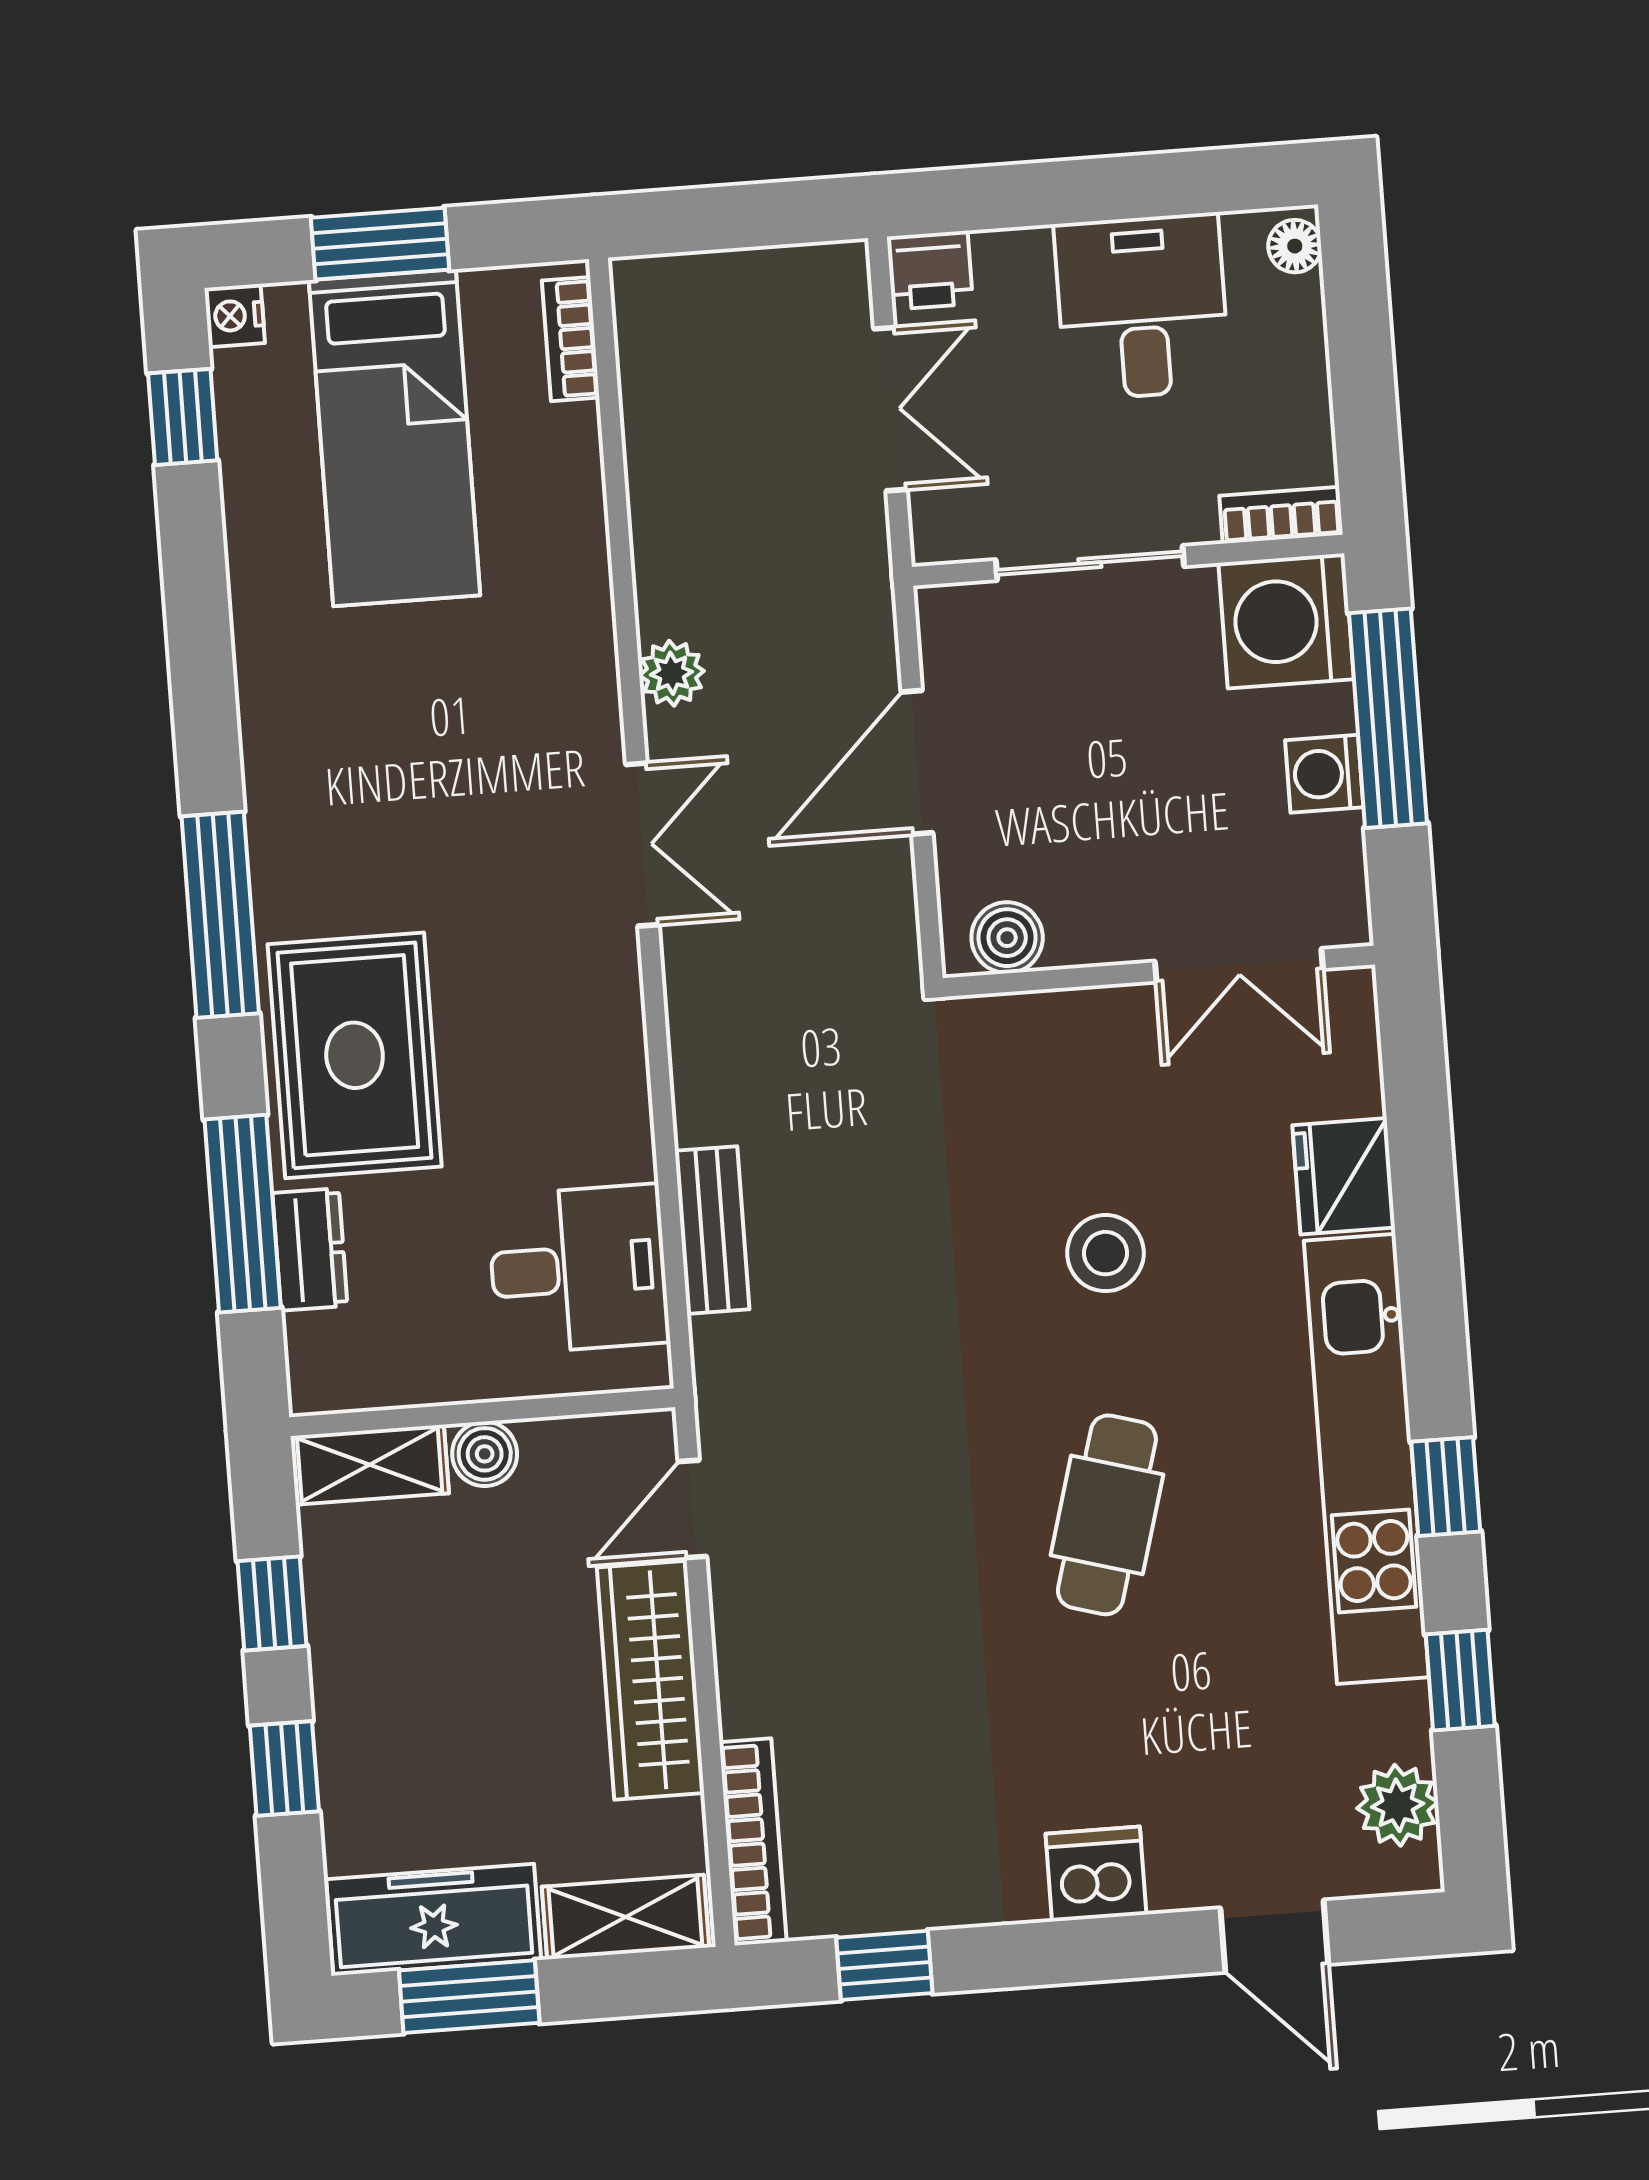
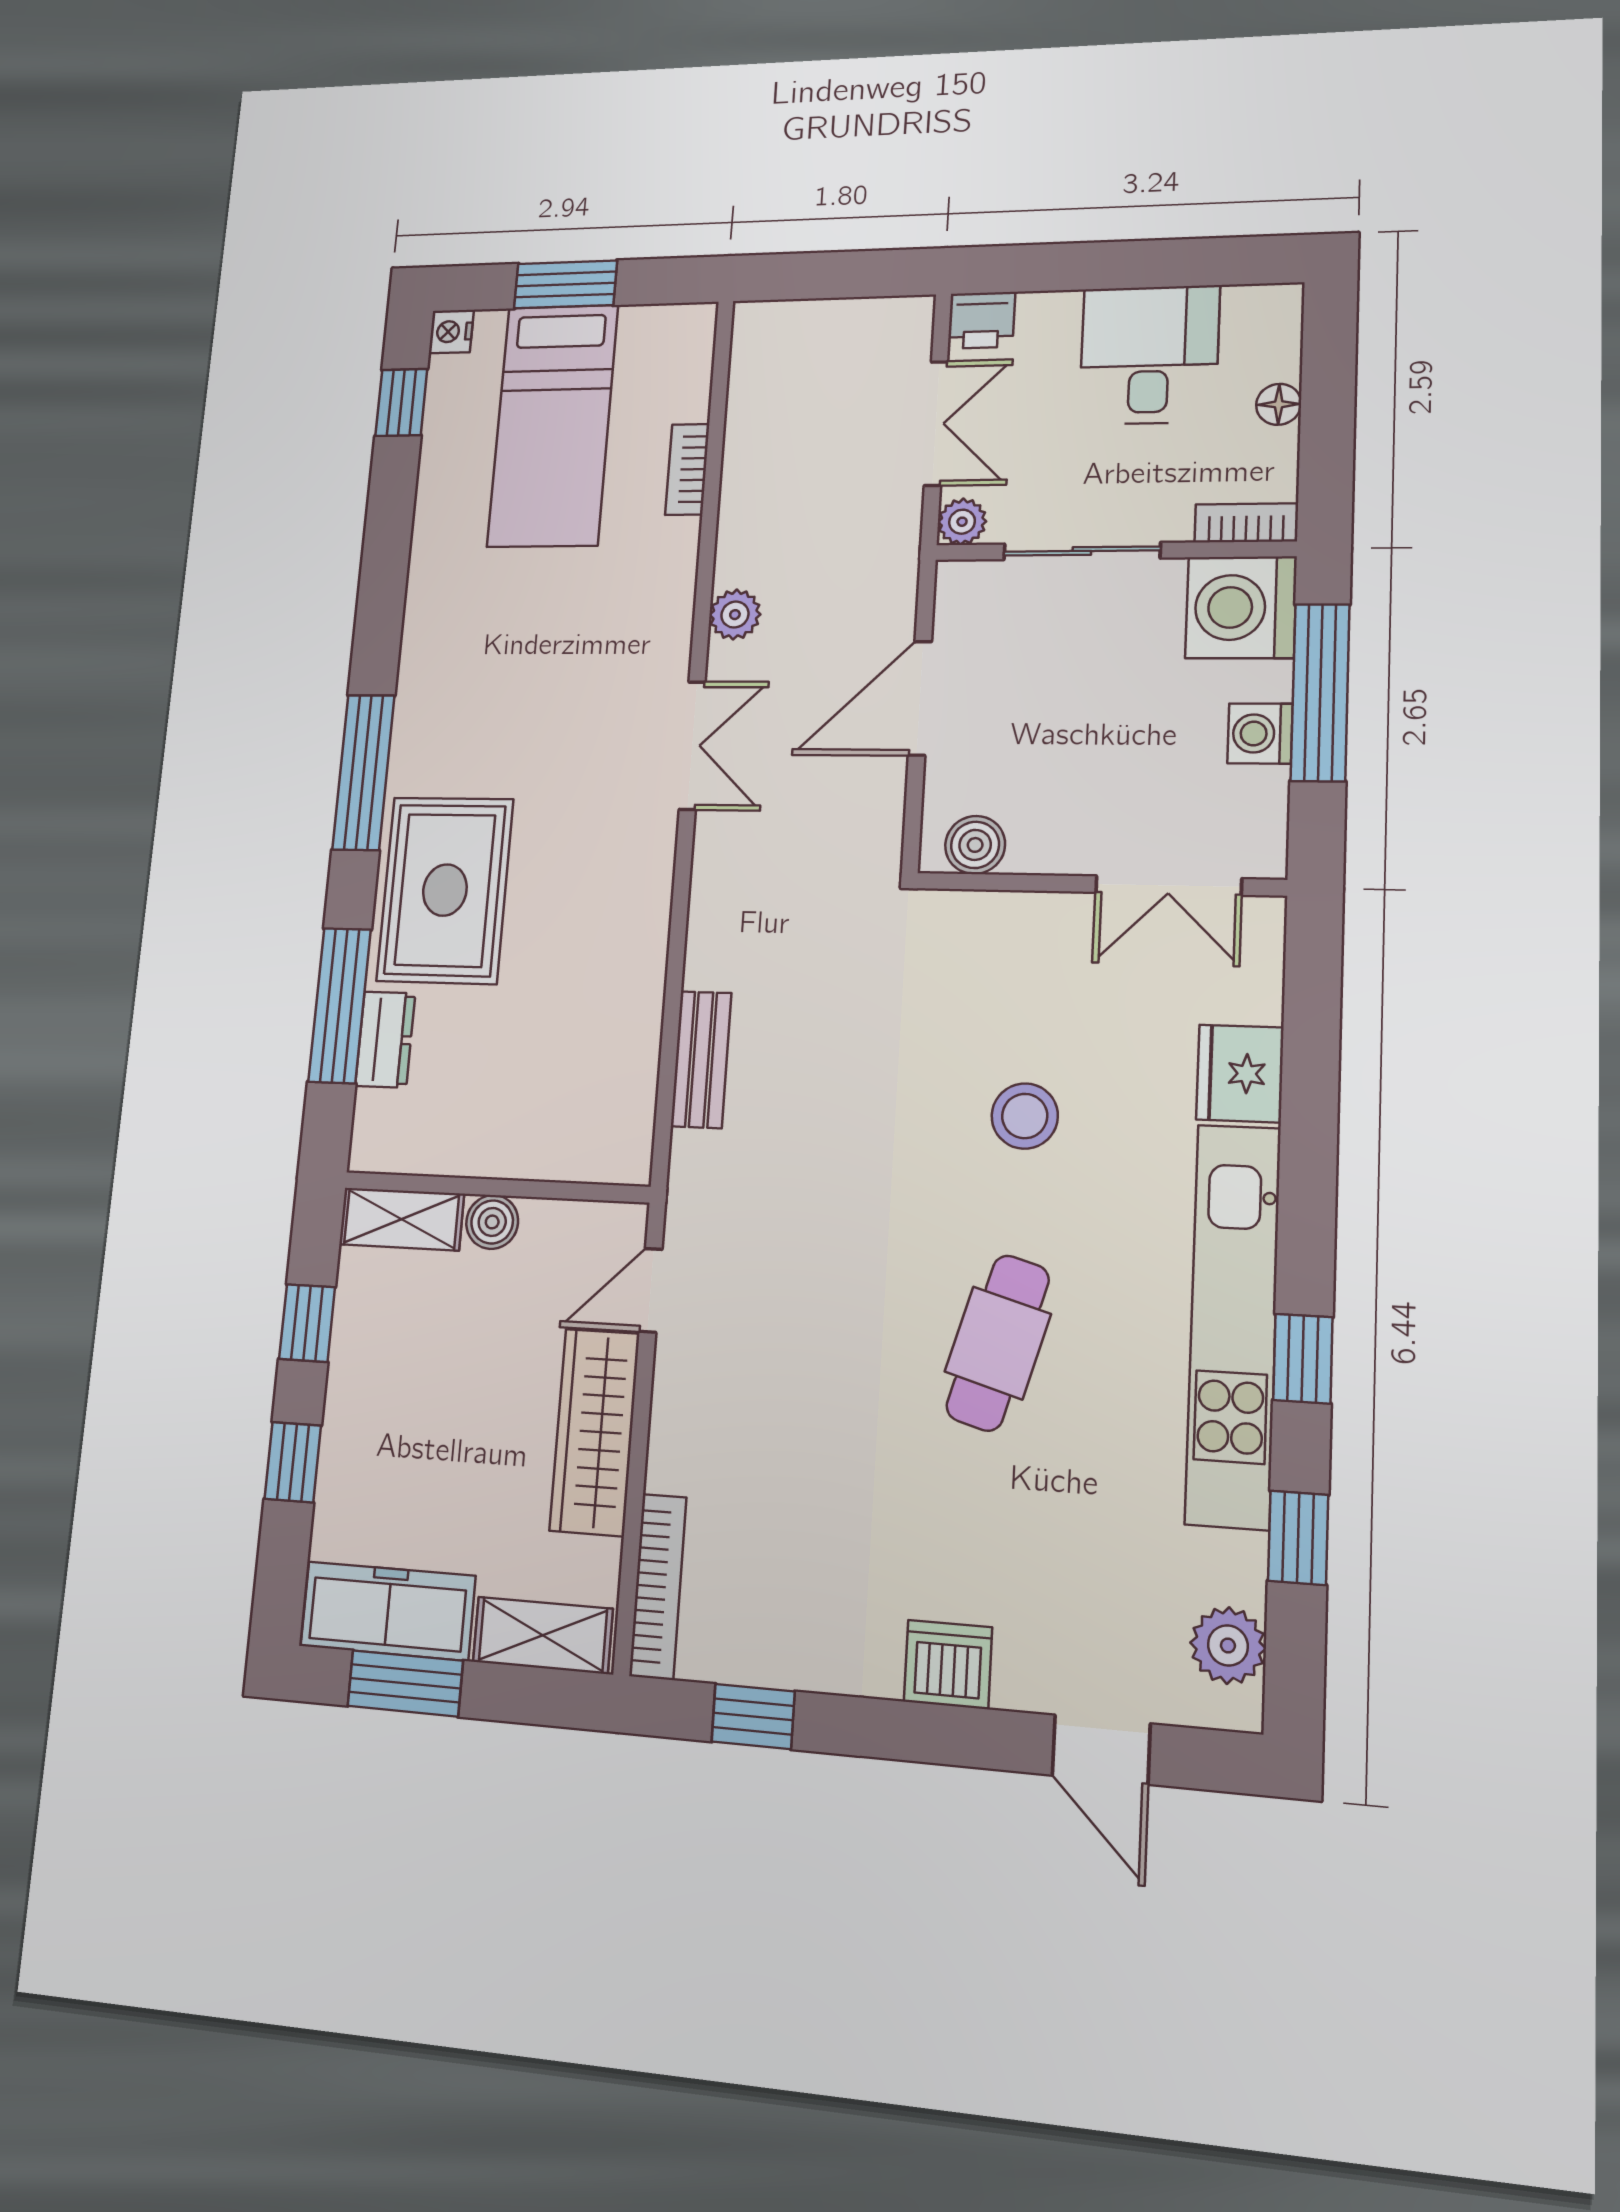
floor lamp: (1295, 246) -> (1279, 404), moved
bookcase: (571, 339) -> (687, 469), moved
plant: (939, 535) -> (962, 522), added
desk: (578, 1269) -> (590, 1079), removed

